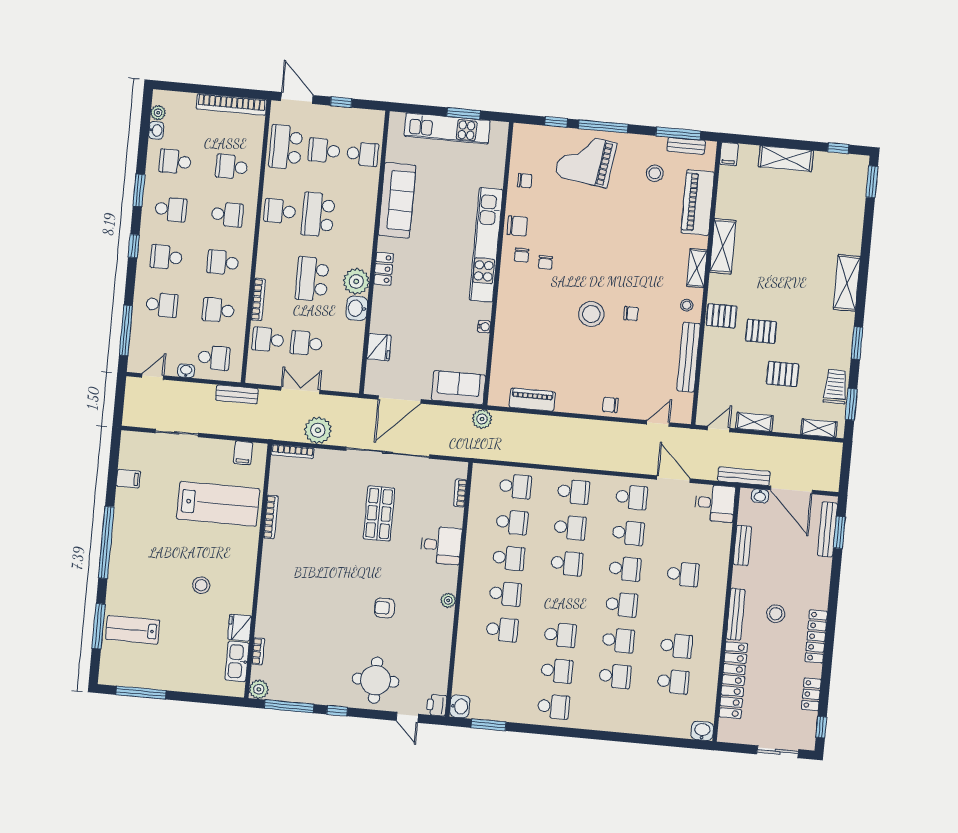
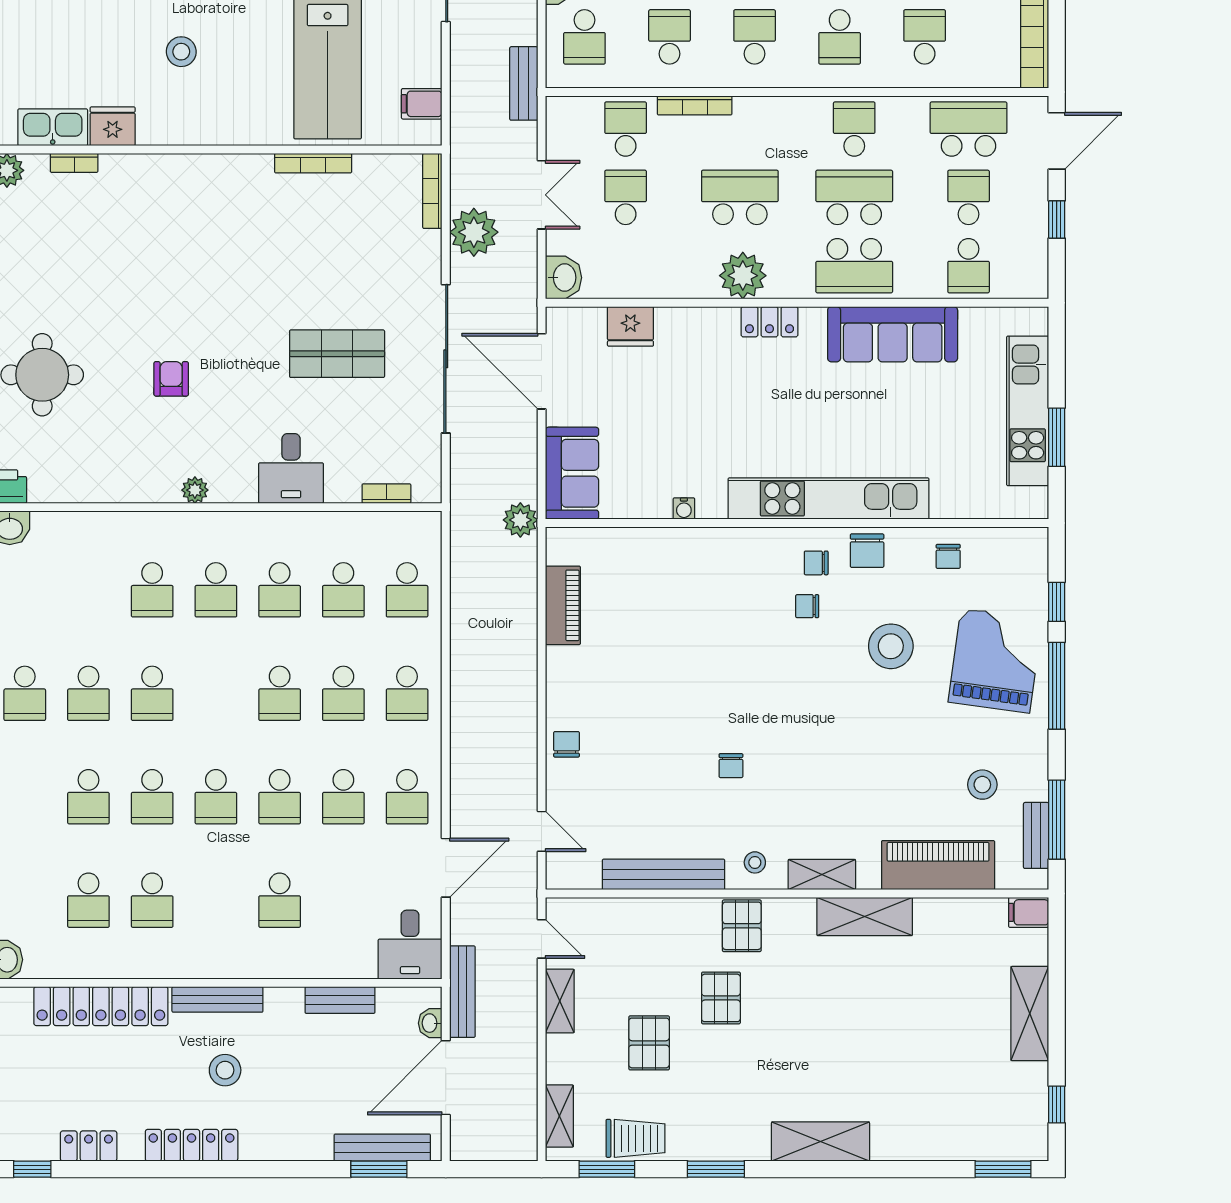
school desk: (357, 218) -> (854, 266), added
washbasin: (357, 308) -> (564, 278), moved, turned 90
stool: (591, 314) -> (891, 646), moved

